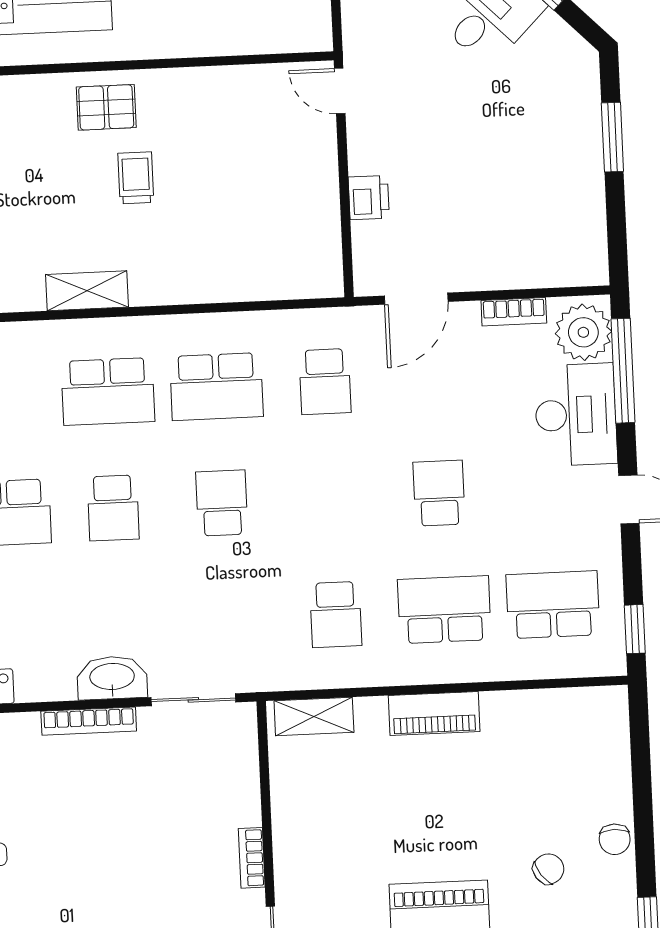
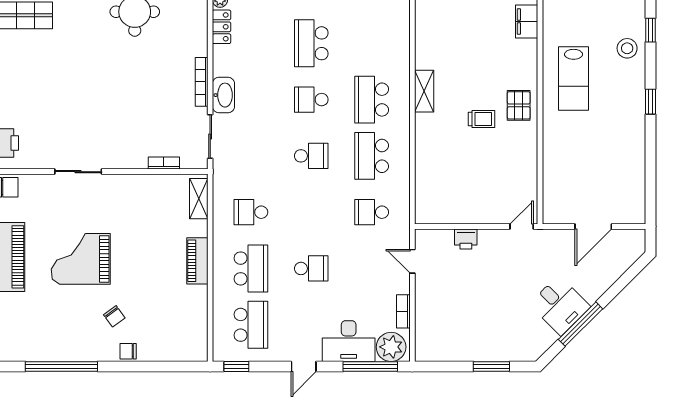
door: (416, 299) -> (412, 261), width x0.73
bookcase: (252, 858) -> (164, 163), moved

